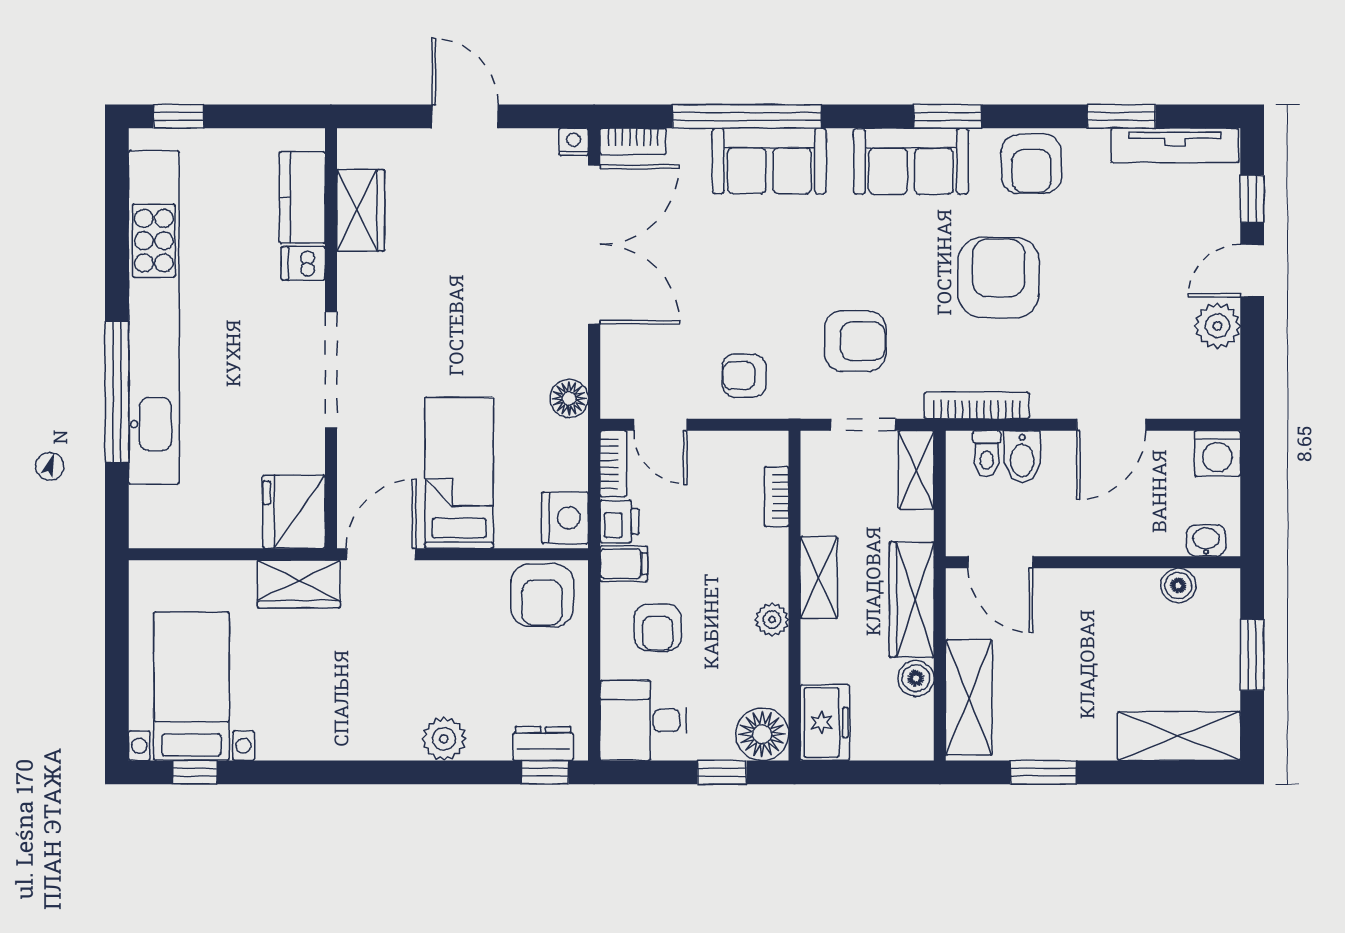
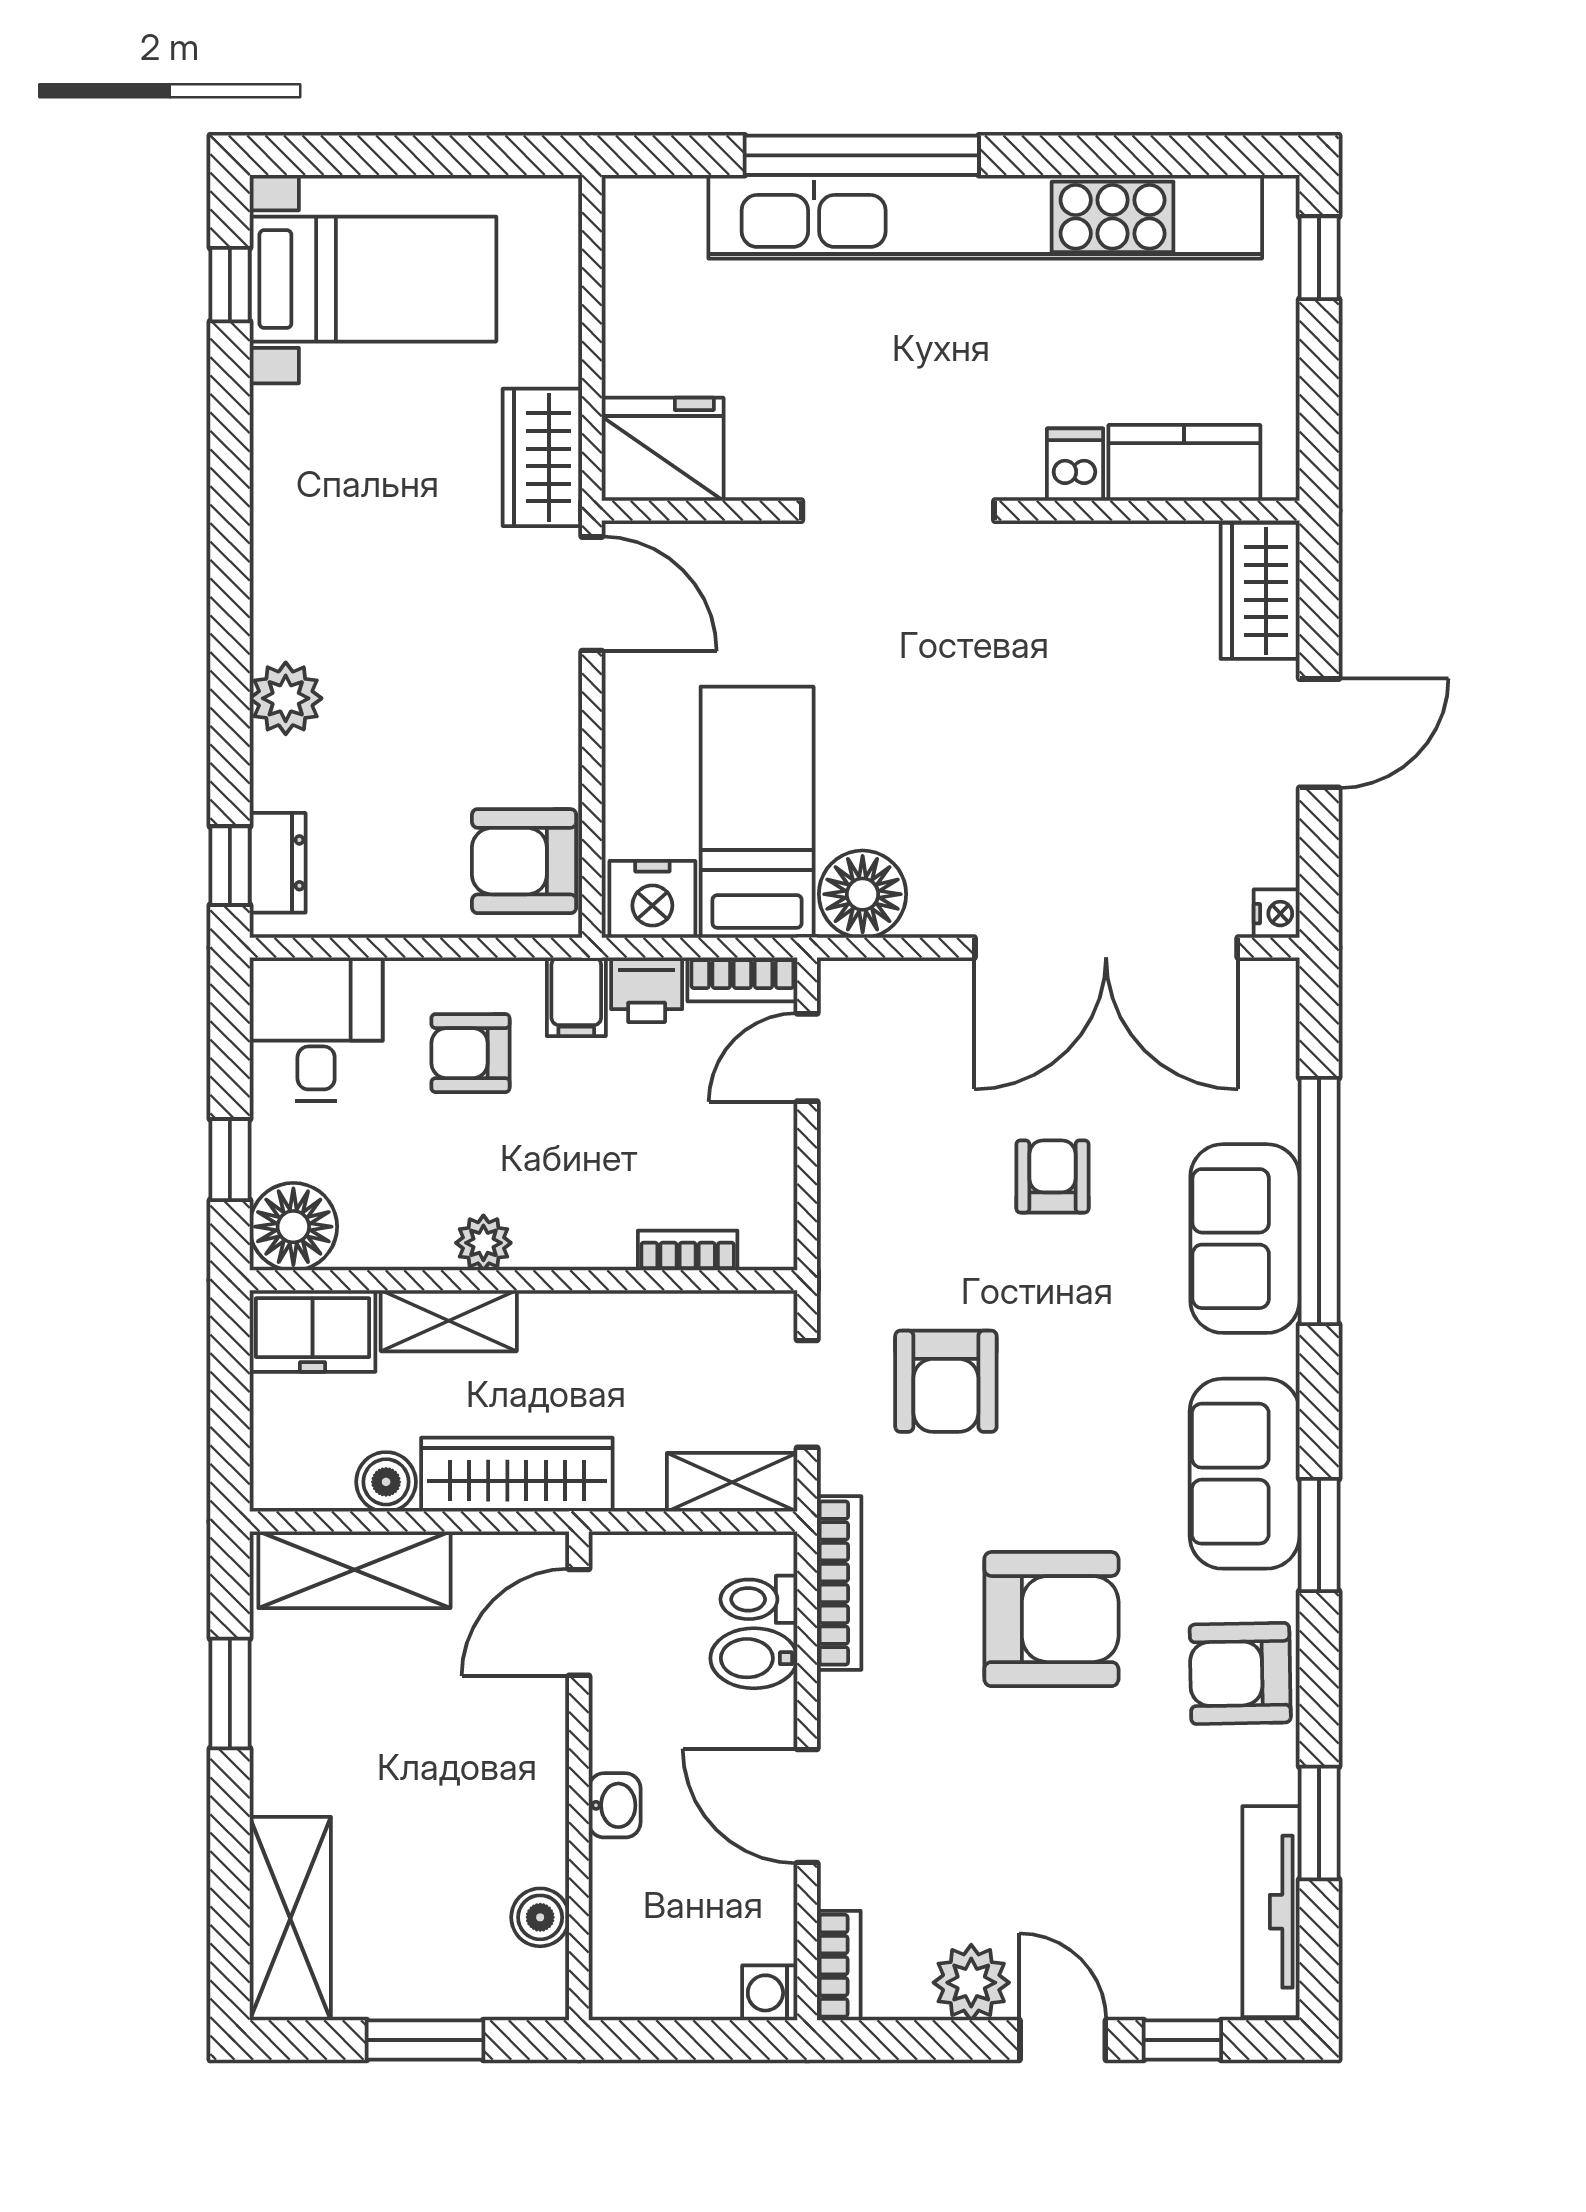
bookcase: (633, 141) -> (839, 1966), moved, turned 180
wardrobe: (361, 210) -> (1260, 591), moved, turned 90
armchair: (744, 376) -> (1052, 1176), moved
floor lamp: (569, 398) -> (863, 894), width x1.38, depth x1.38
washing machine: (1217, 453) -> (770, 1993), width x0.73, depth x0.73
bed: (459, 473) -> (757, 812), moved, turned -90
washbasin: (1206, 541) -> (615, 1805), moved
shelving: (819, 578) -> (449, 1321), moved

